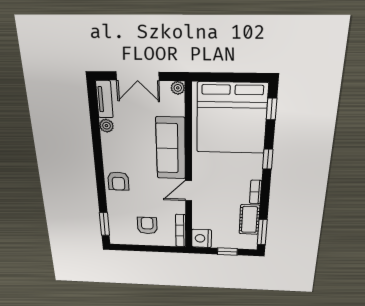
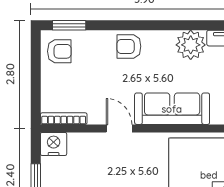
plant: (106, 126) -> (191, 45), width x1.87, depth x1.87
armchair: (147, 225) -> (59, 51), moved

